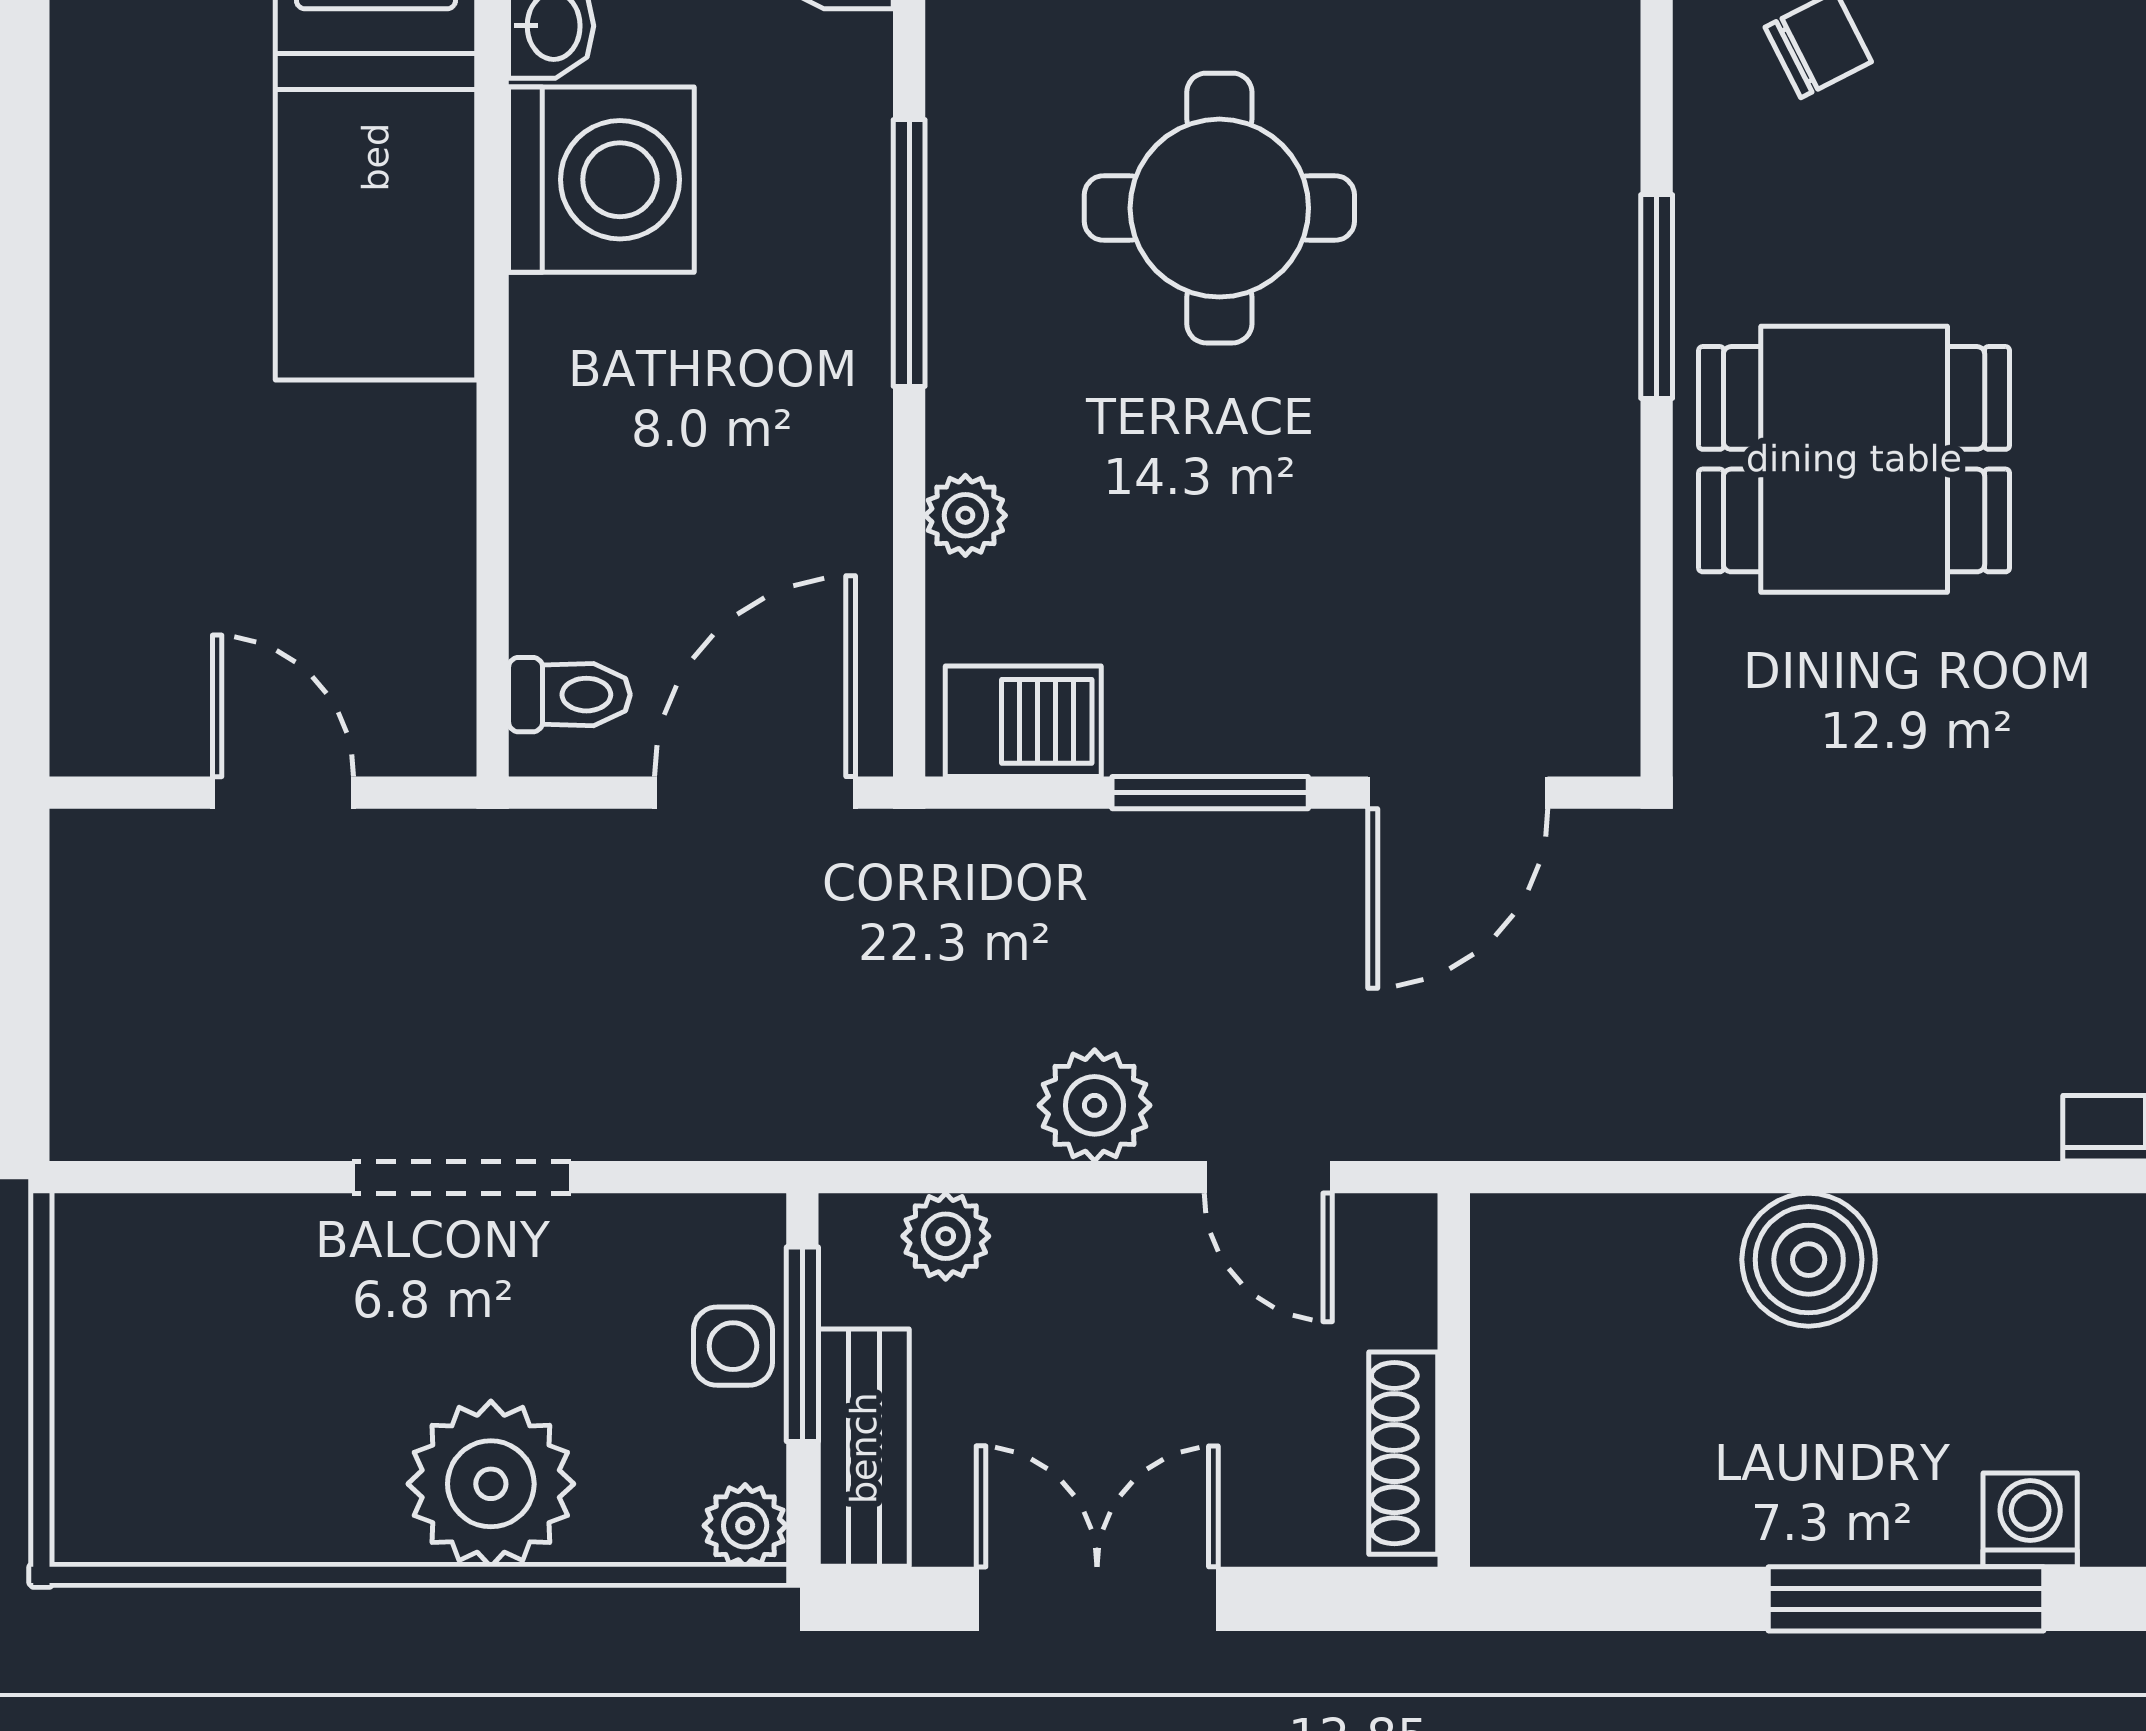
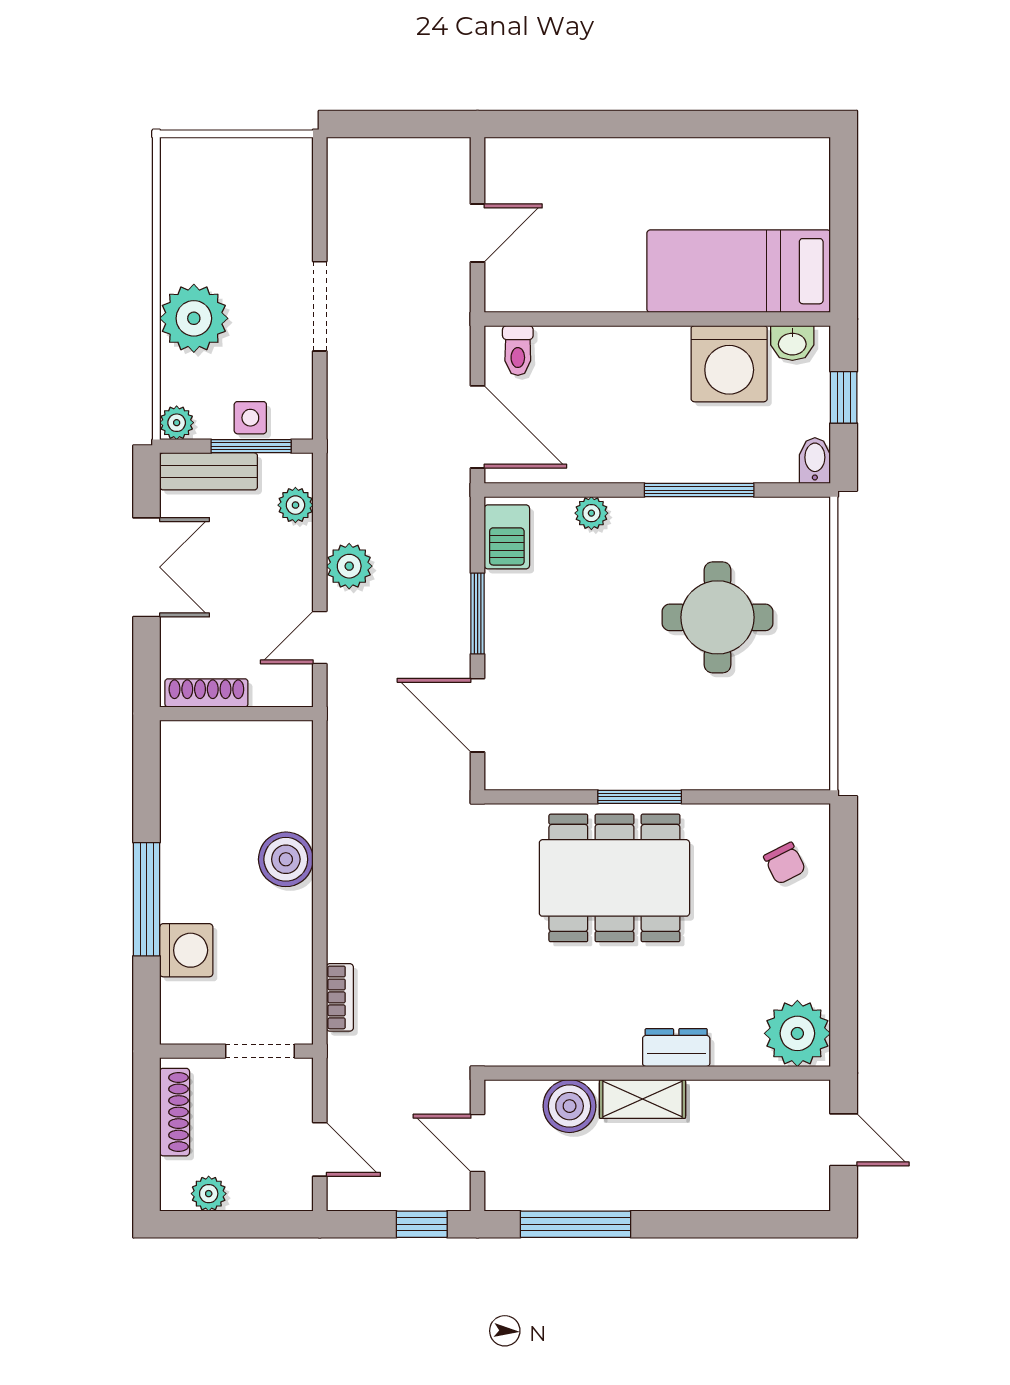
window: (1657, 297) -> (640, 797), moved
dining table: (1854, 459) -> (614, 878), width x1.38
washing machine: (2030, 1520) -> (186, 950), width x1.38, depth x1.38

